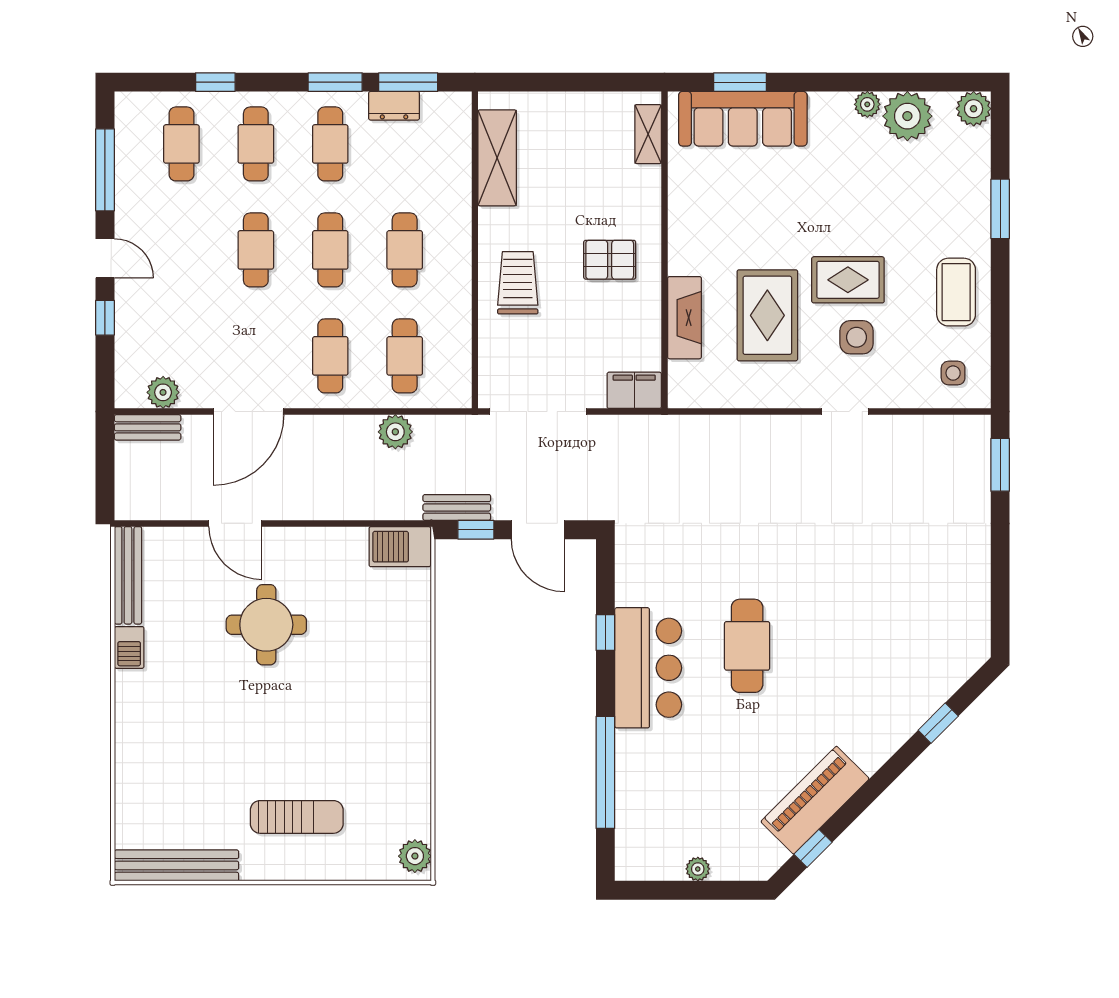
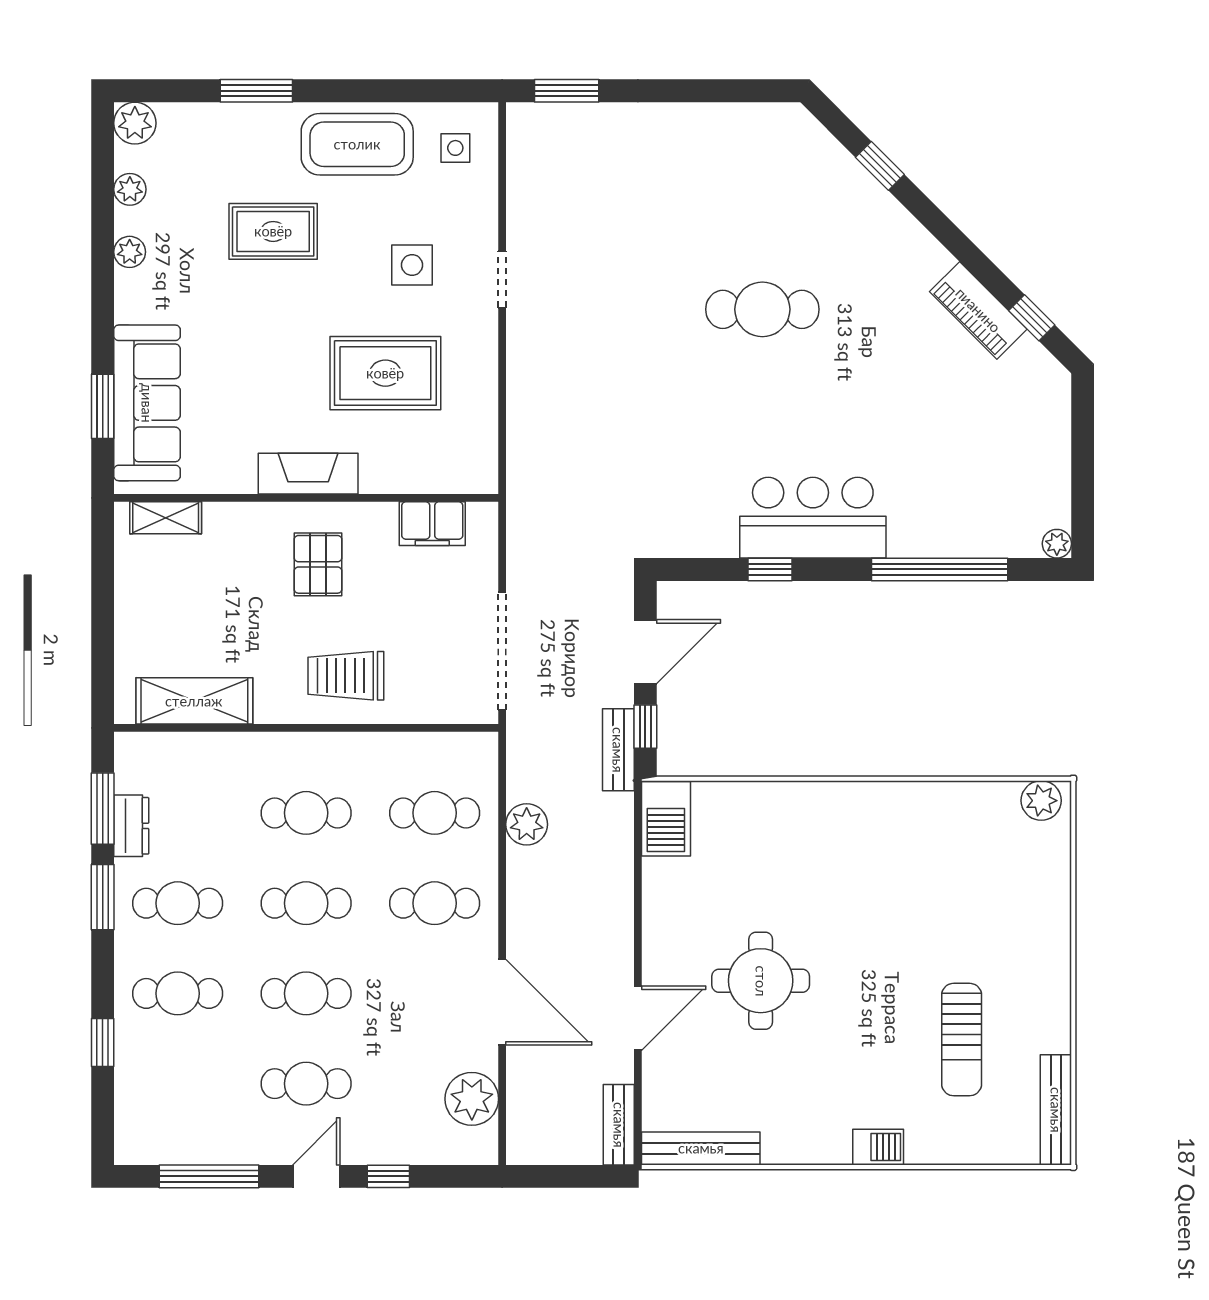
plant: (907, 116) -> (130, 189), width x0.53, depth x0.53
cafe table: (181, 144) -> (306, 1084), moved
rug: (848, 280) -> (273, 231), moved, turned 90
coffee table: (956, 292) -> (357, 144), width x1.36, depth x1.32
fireplace: (684, 318) -> (308, 474), moved
filing cabinet: (634, 390) -> (432, 524), moved, turned -90
plant: (163, 392) -> (472, 1099), width x1.36, depth x1.36
bench: (148, 427) -> (619, 1125), moved
cafe table: (747, 646) -> (762, 309), moved
barbecue: (129, 647) -> (878, 1147), moved
piano: (815, 800) -> (978, 310), width x0.73, depth x0.75
sun lounger: (297, 817) -> (962, 1040), moved, turned 180
bench: (177, 865) -> (1056, 1110), width x0.73, depth x0.82
plant: (698, 869) -> (1057, 544), moved

